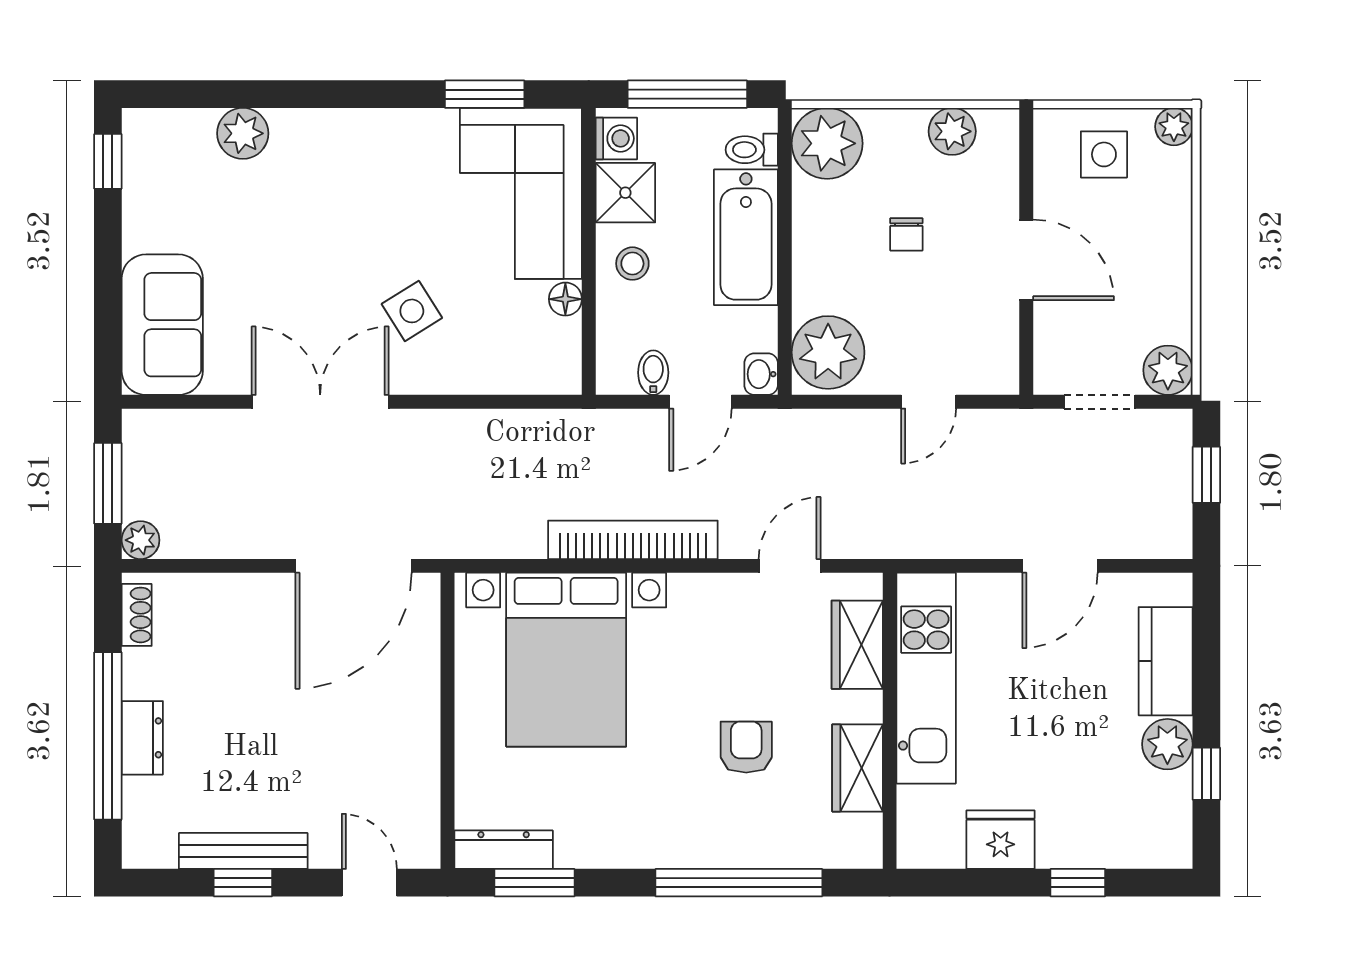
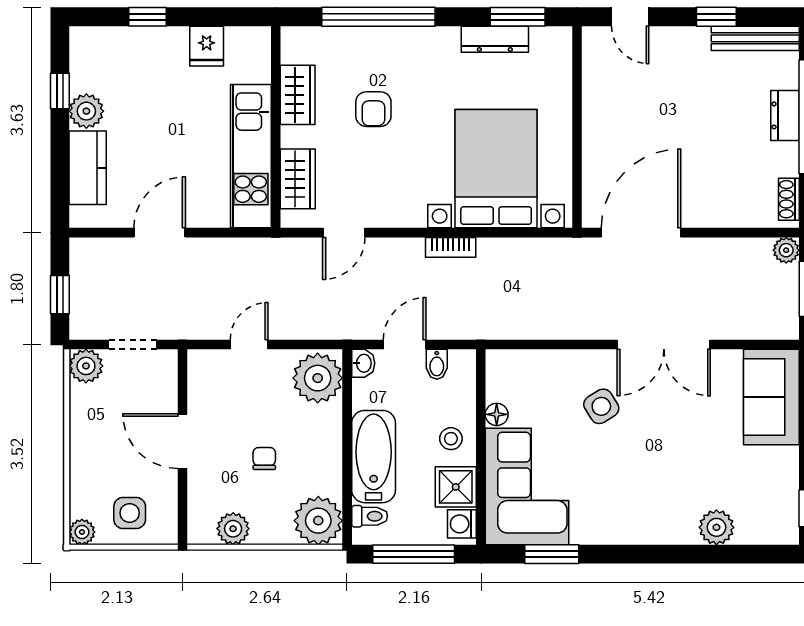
bookcase: (633, 540) -> (451, 247), width x0.43, depth x0.76
fridge: (1001, 840) -> (207, 46), width x0.72
dresser: (504, 850) -> (495, 39), moved
bench: (243, 851) -> (755, 38), moved

